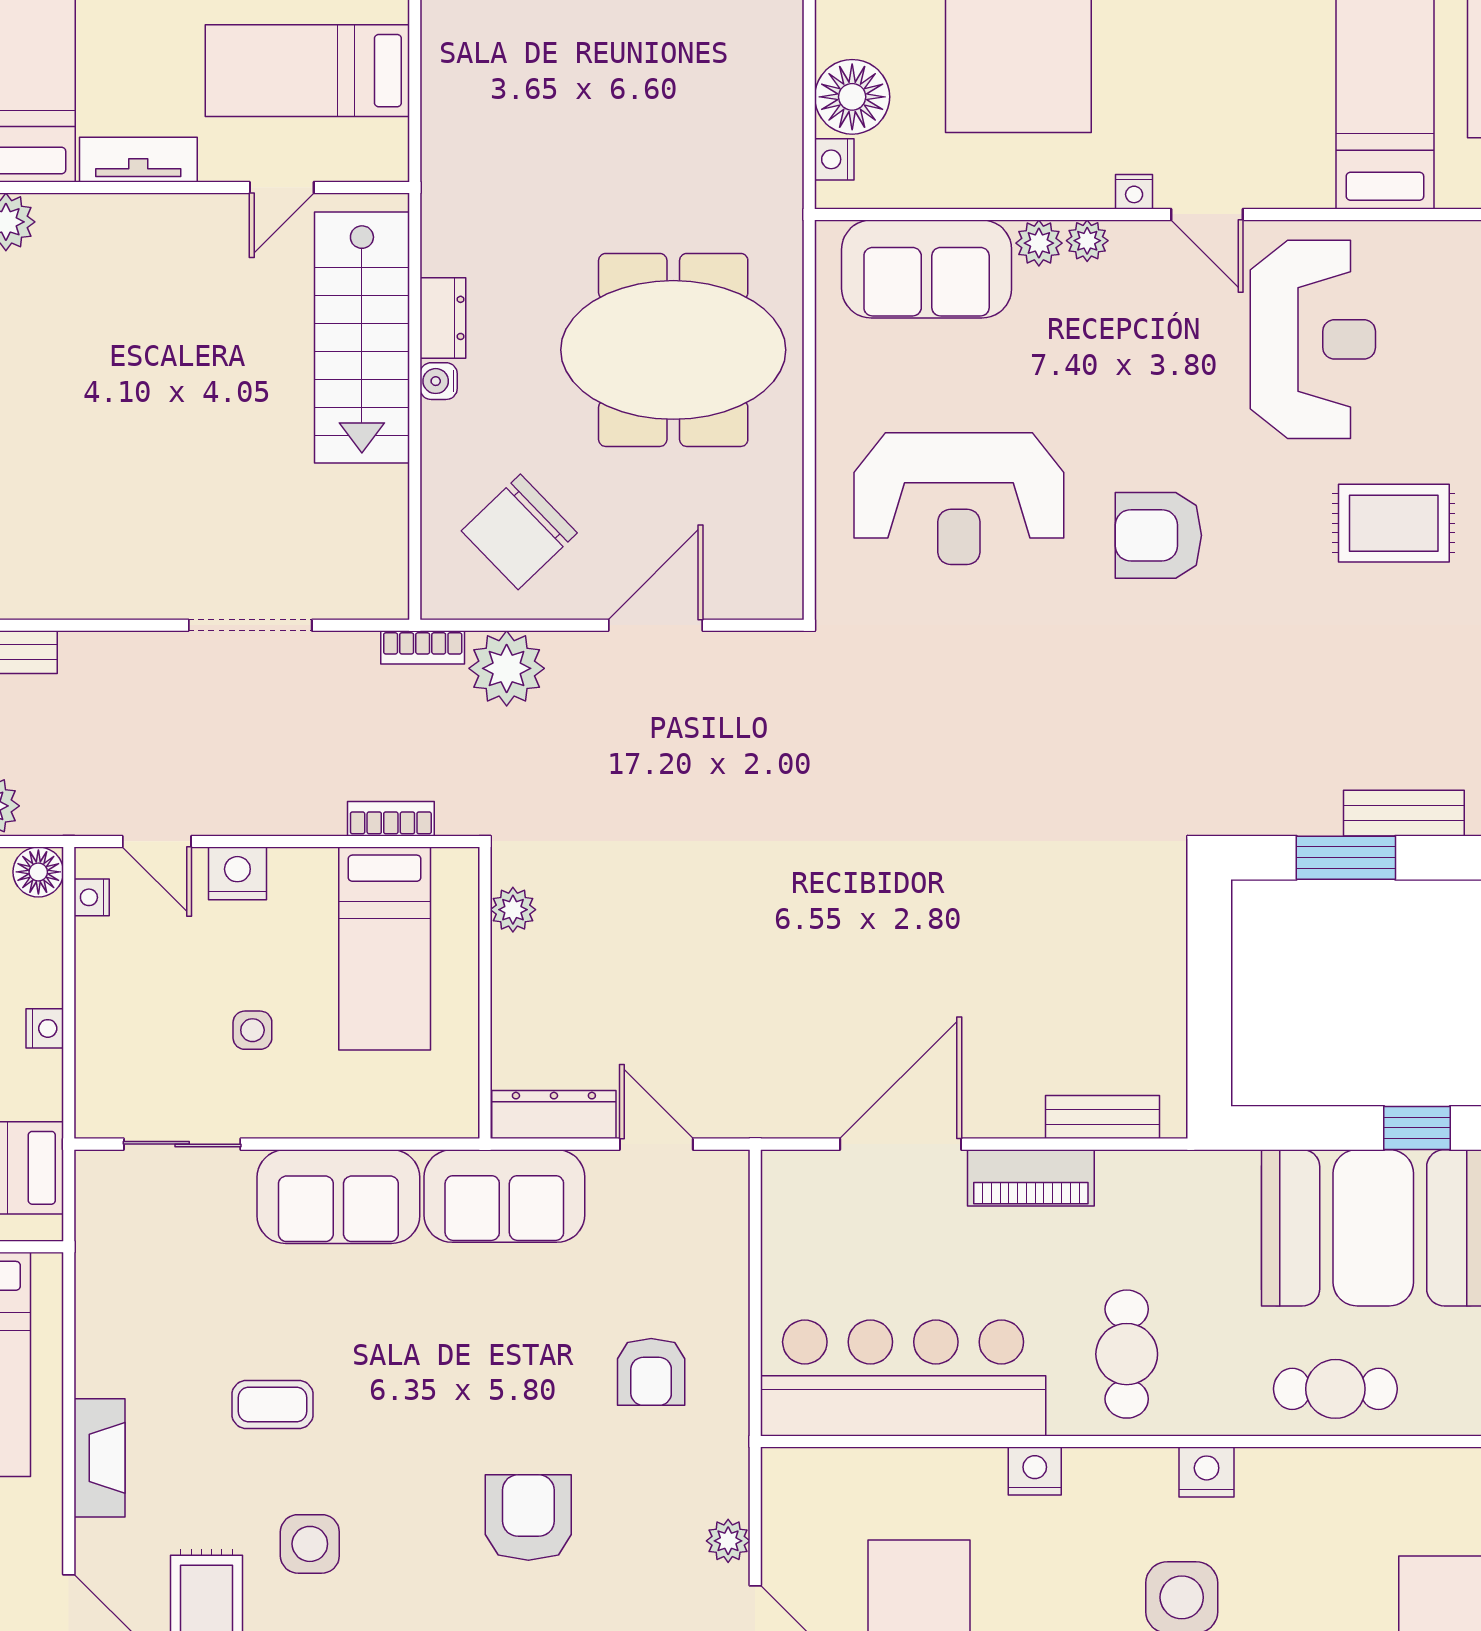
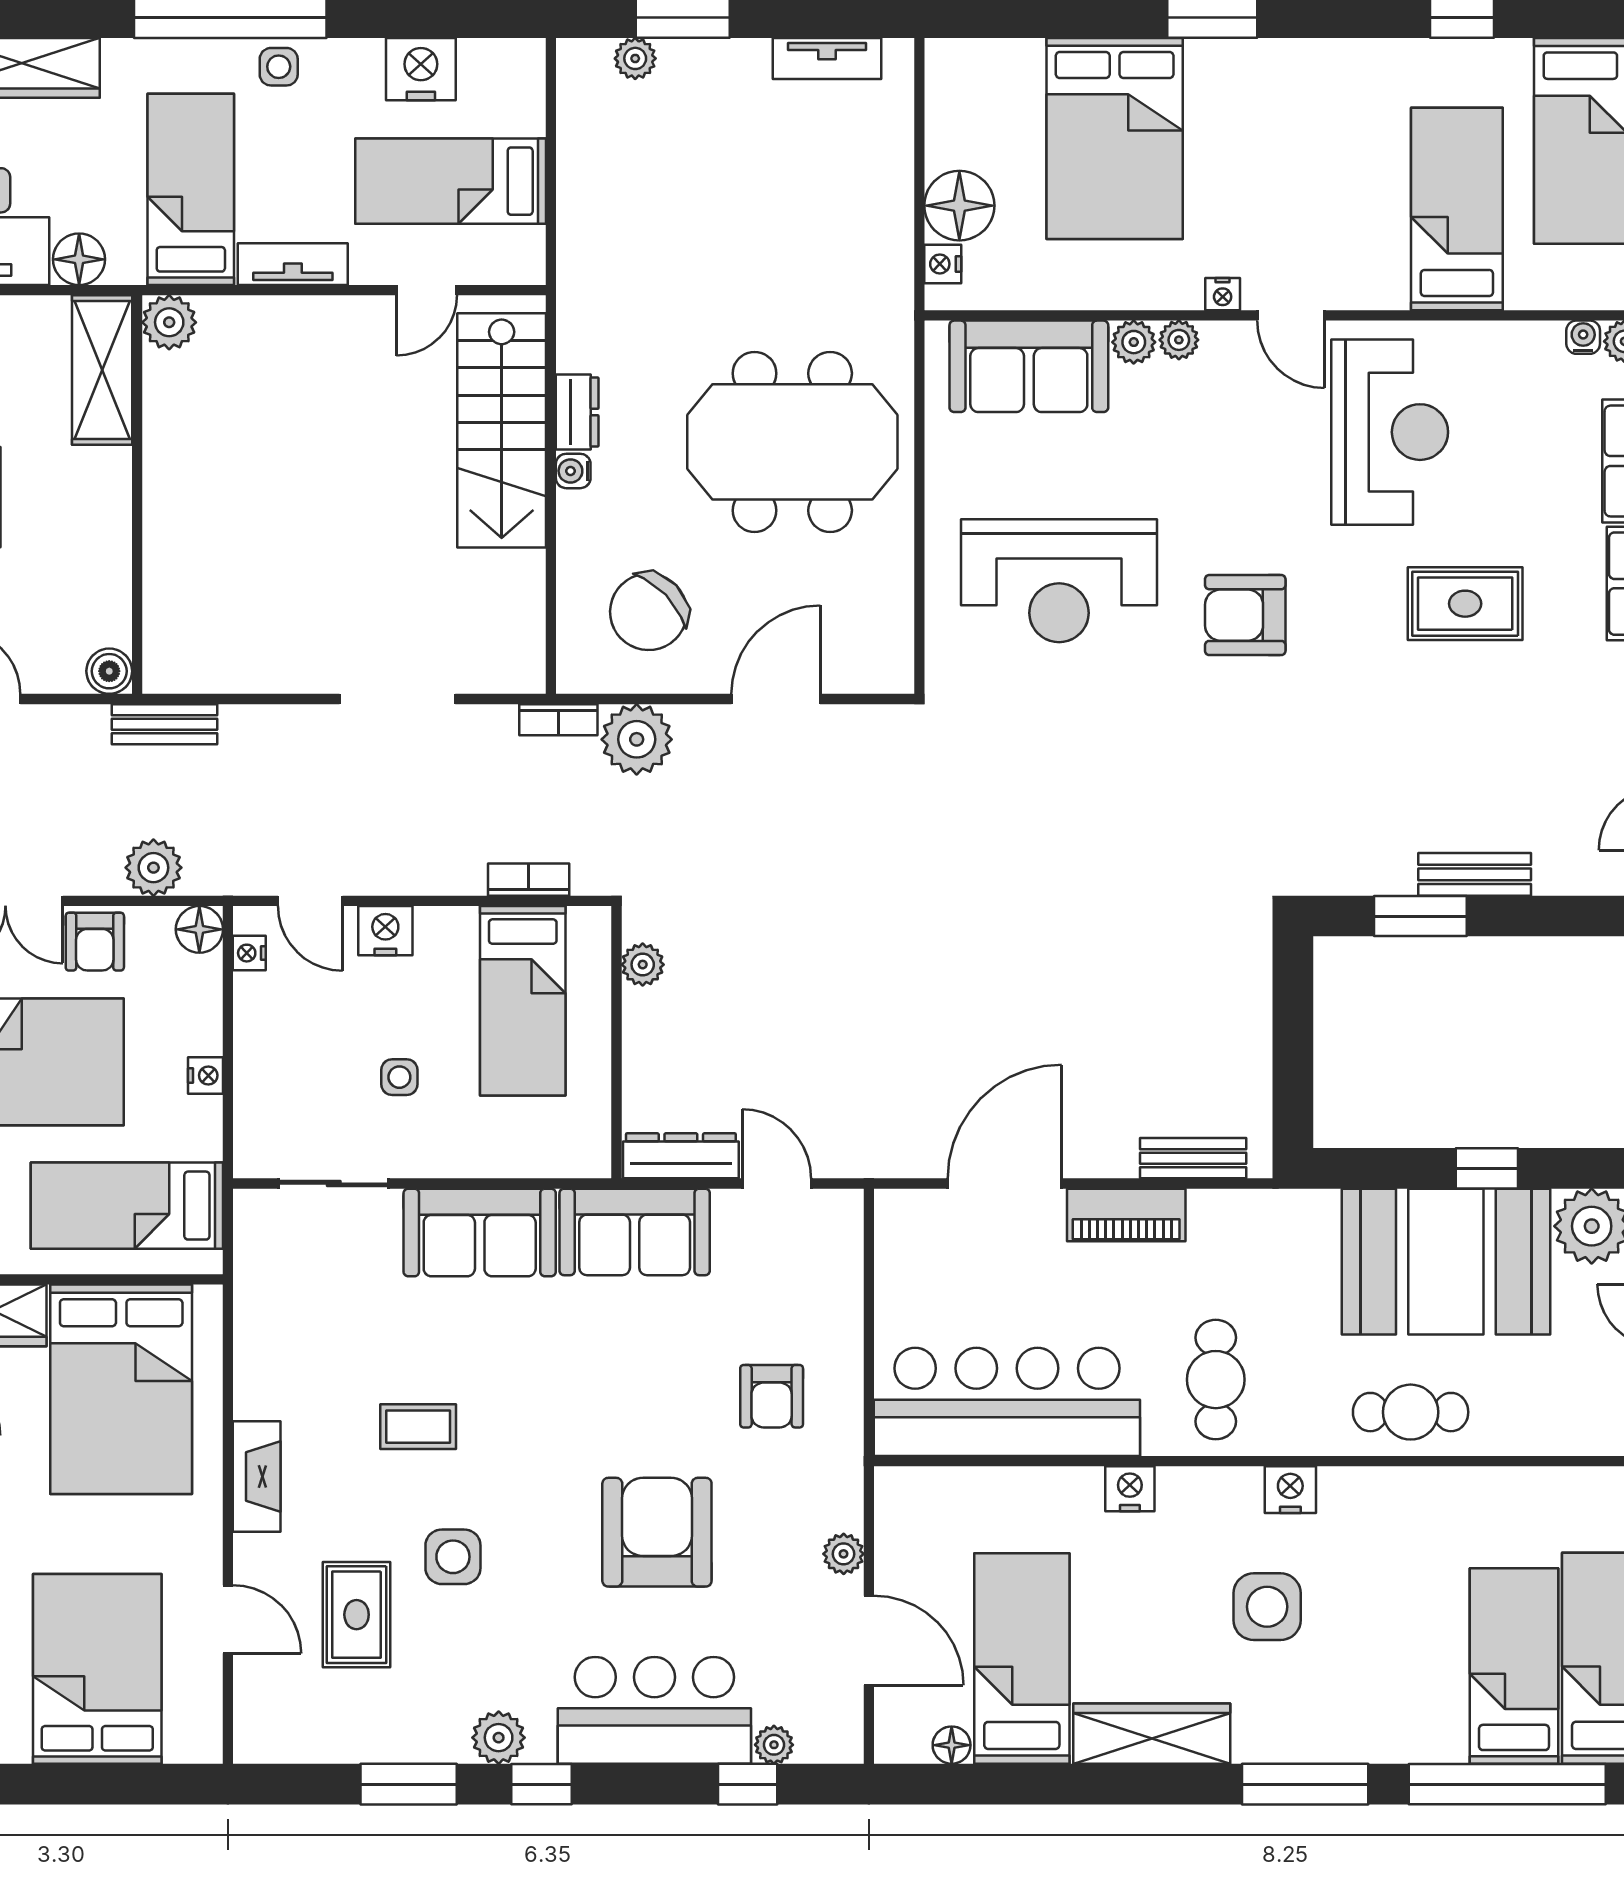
armchair: (528, 1518) -> (657, 1532), width x1.36, depth x1.36

